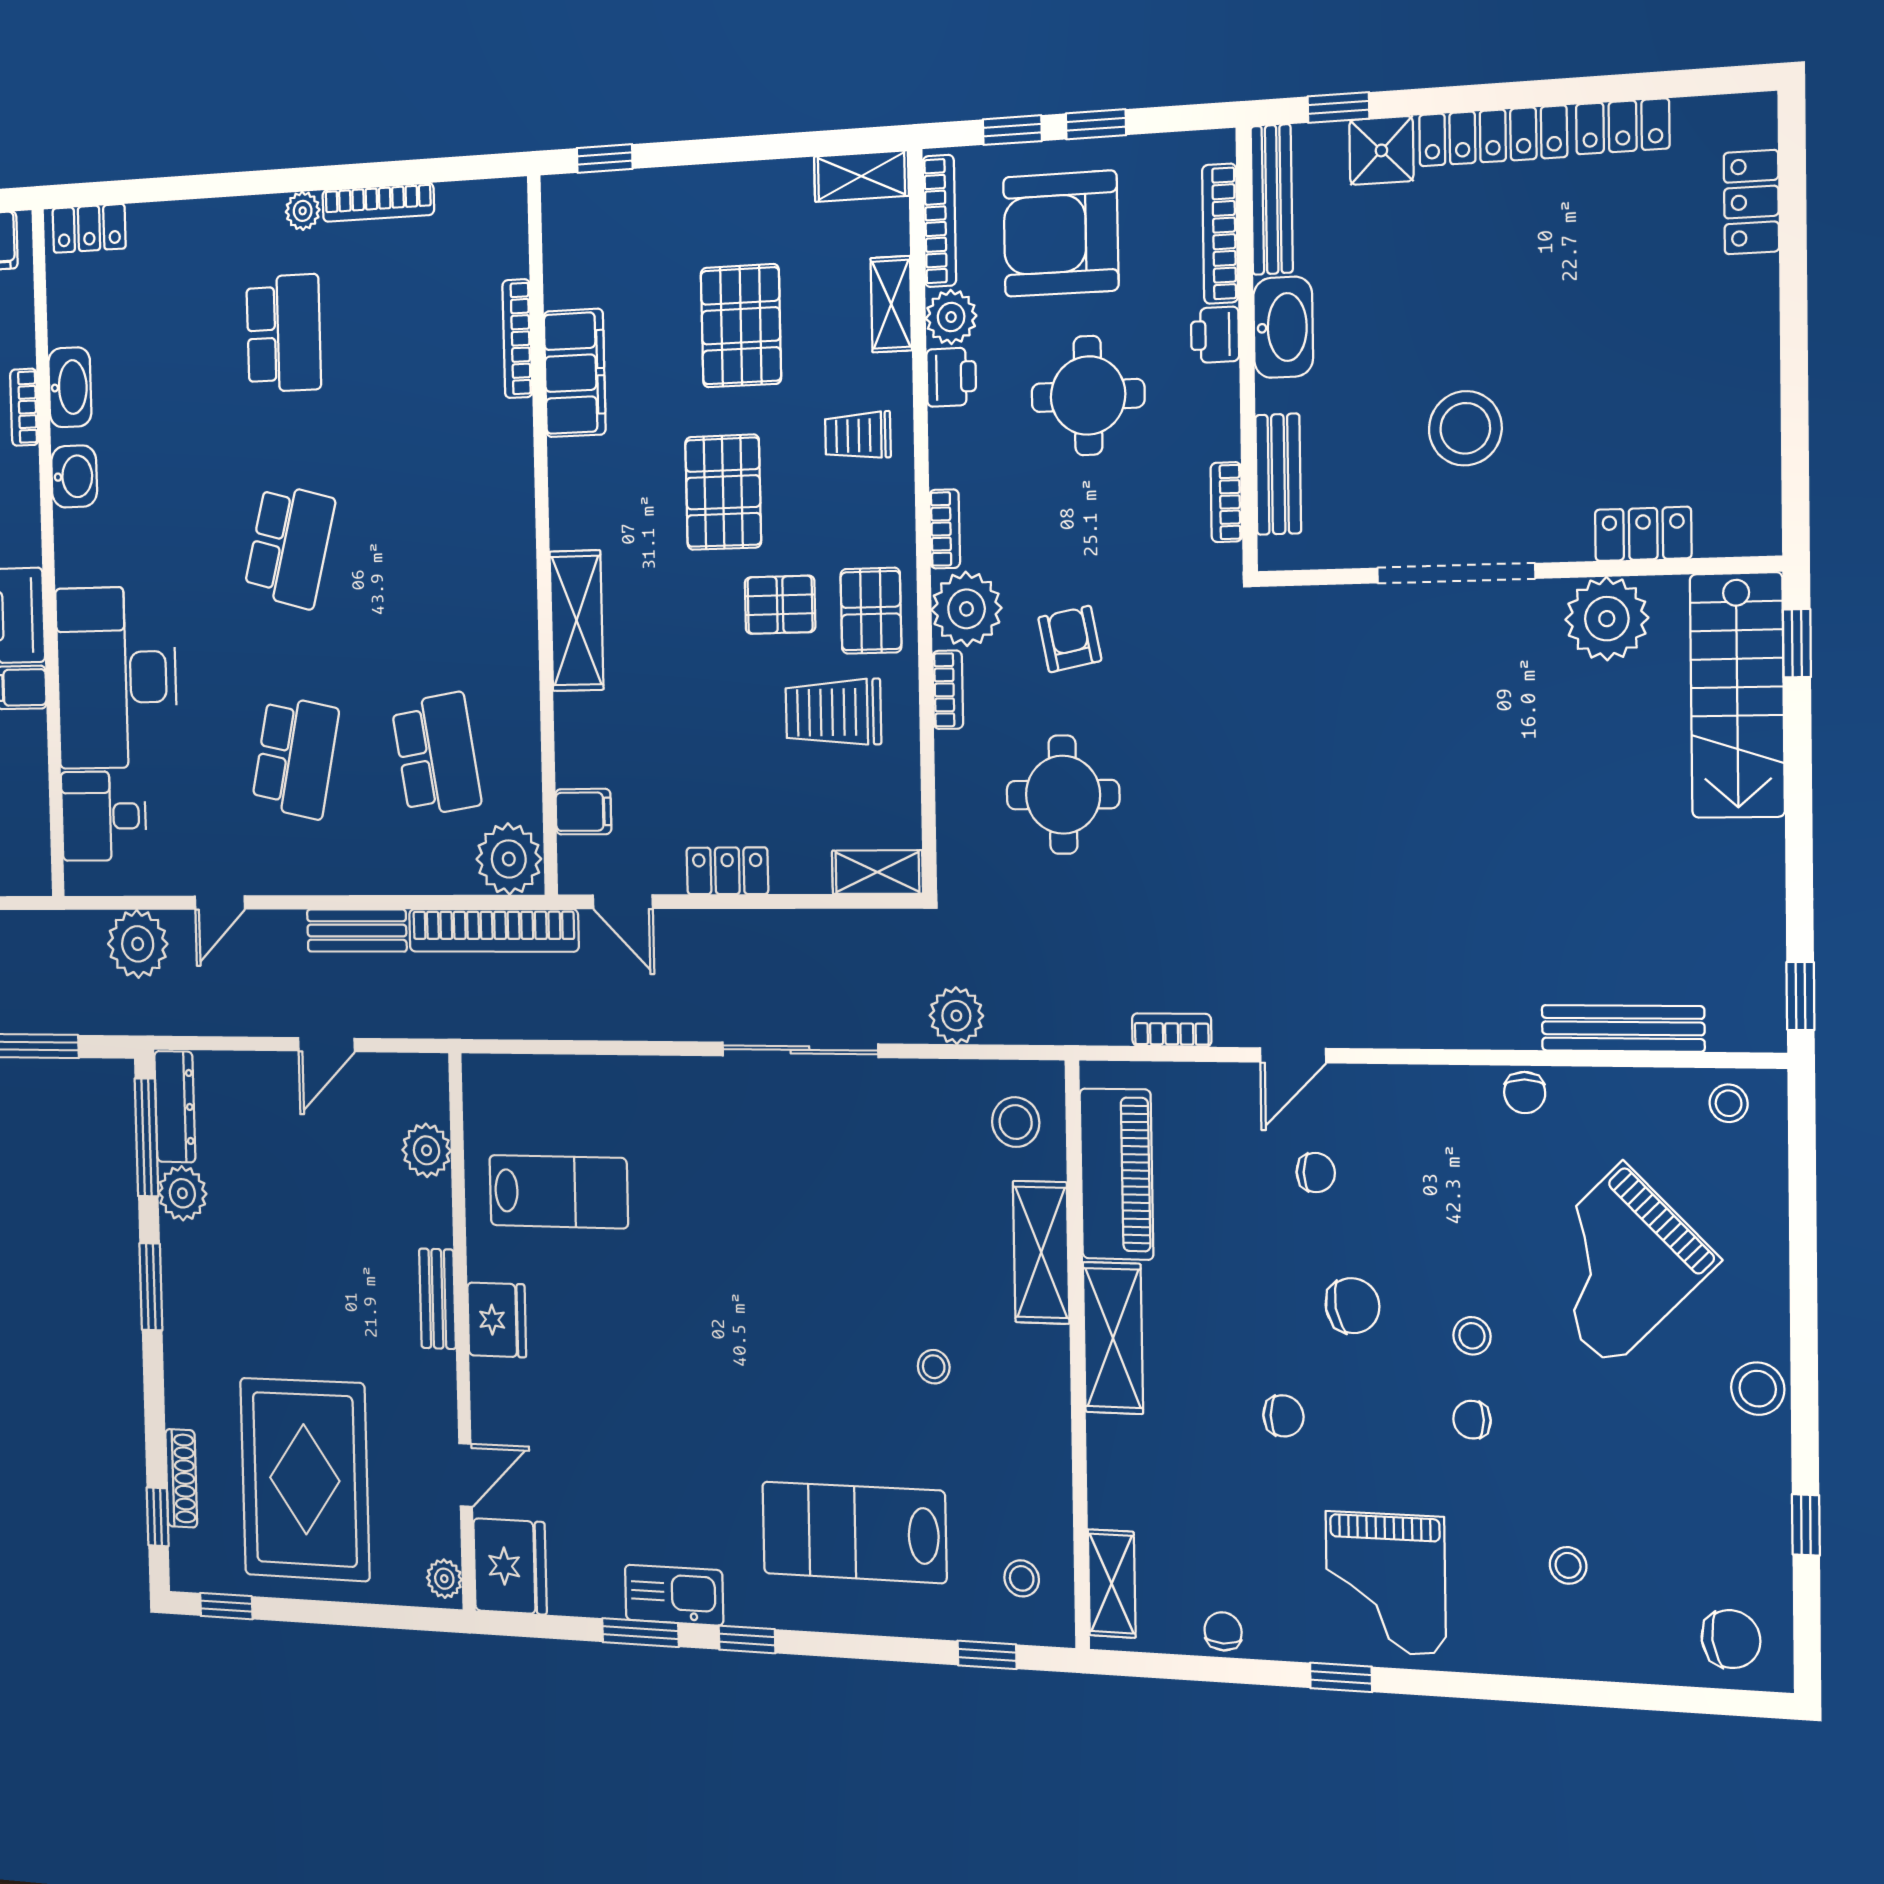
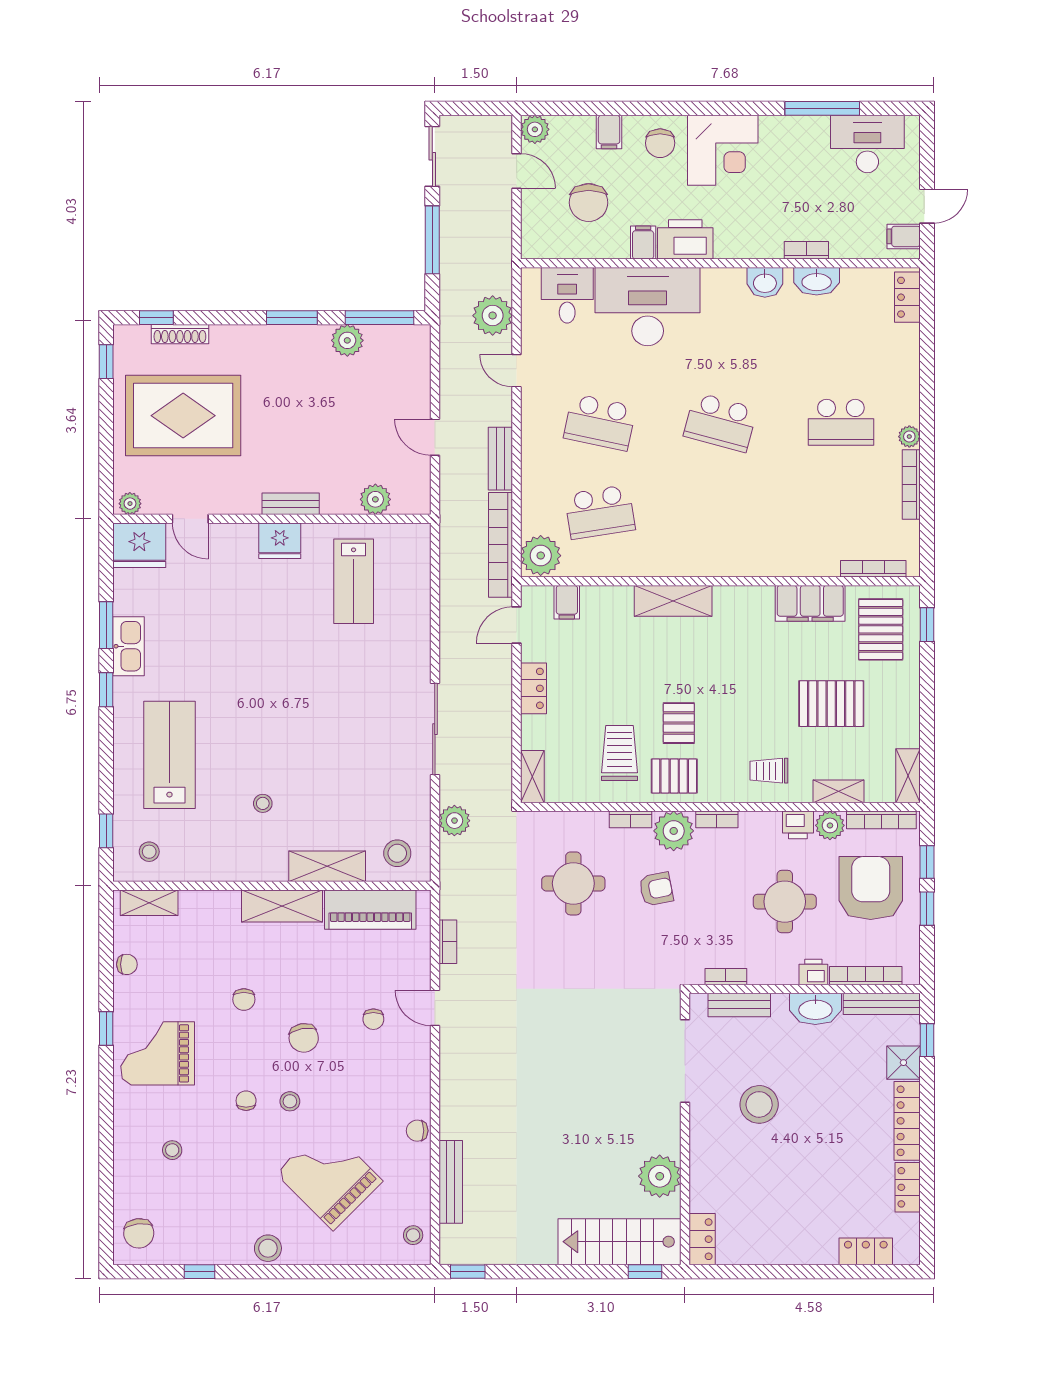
bookcase: (517, 339) -> (873, 569), moved
trolley: (858, 435) -> (769, 771), turned -90
pallet: (723, 492) -> (881, 629), moved, turned 90
locker: (1643, 534) -> (702, 1239), moved
doorway: (1456, 573) -> (685, 1061), moved
dresser: (175, 1107) -> (398, 337), removed

